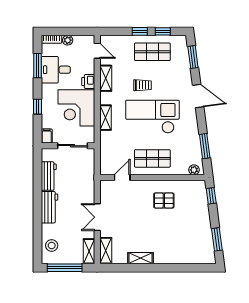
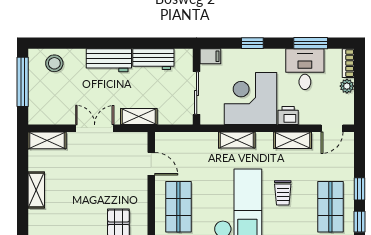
shelving: (89, 251) -> (139, 116), moved

